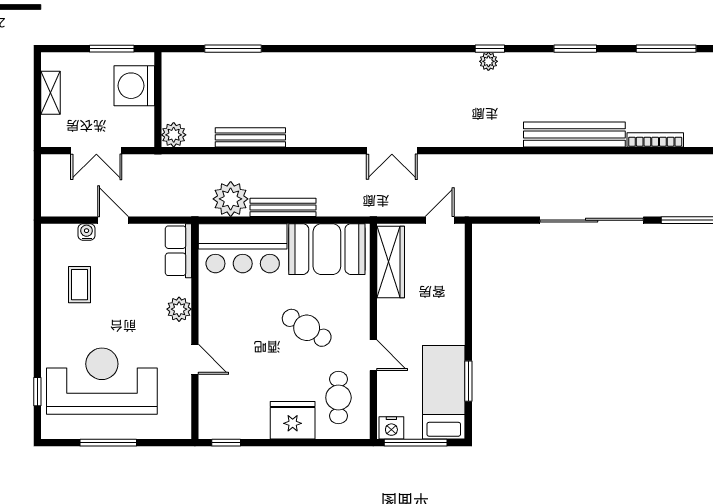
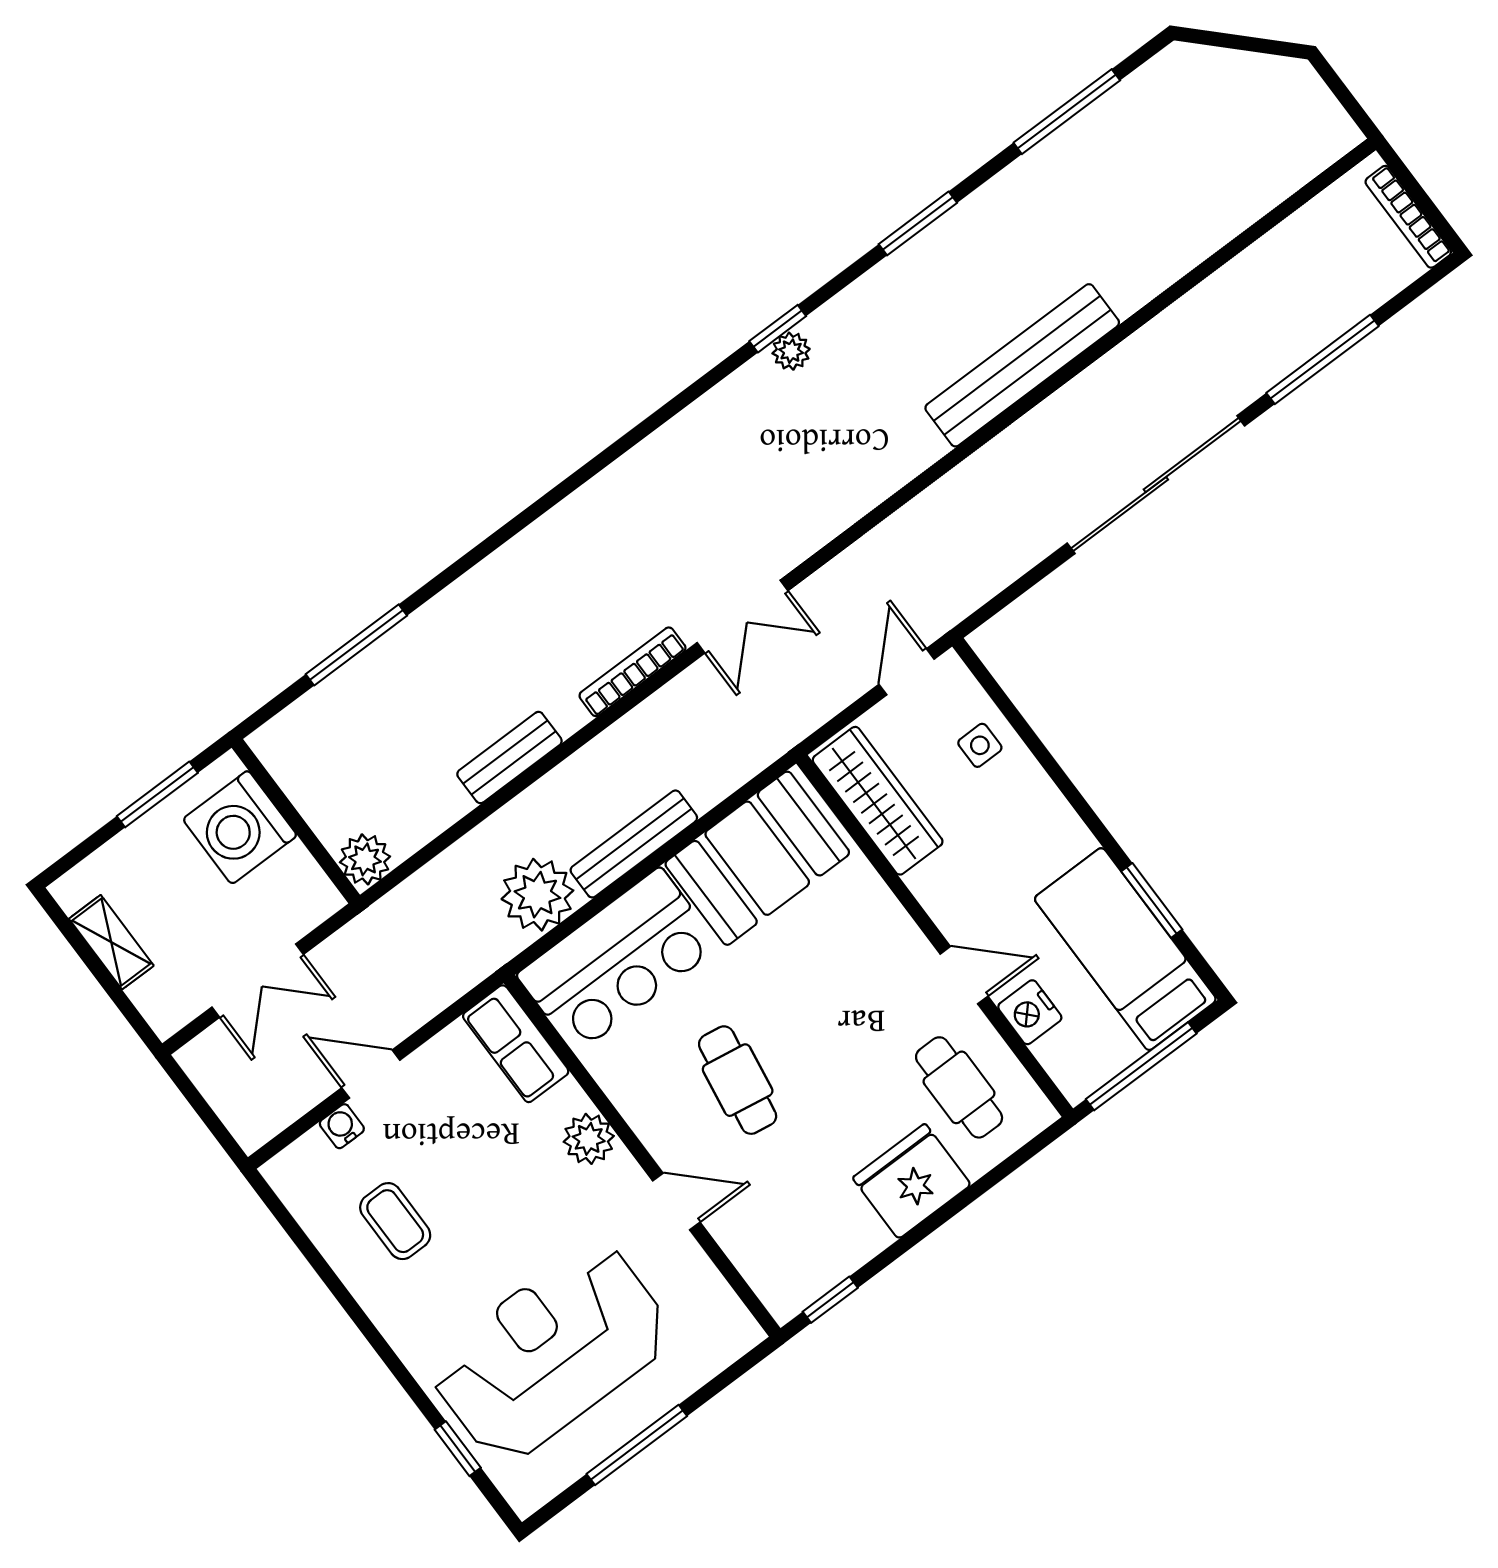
bench: (250, 137) -> (509, 758), width x0.73
bookcase: (655, 140) -> (632, 672), moved
side table: (447, 270) -> (980, 745), added
cafe table: (307, 328) -> (738, 1080), moved, turned 67
nightstand: (391, 428) -> (1030, 1012), moved, turned 90

